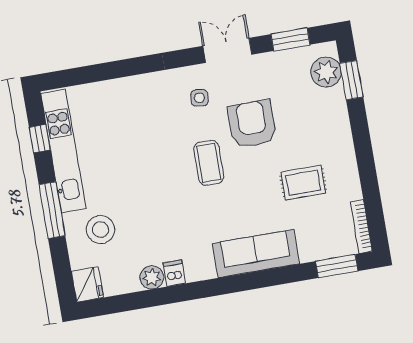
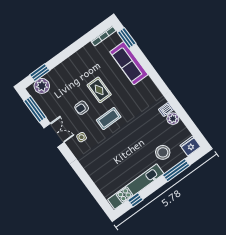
window: (290, 39) -> (35, 109), width x1.44
double door: (227, 50) -> (54, 135), swing flipped
armchair: (252, 124) -> (82, 108), width x0.53, depth x0.53
rug: (303, 183) -> (99, 90), moved
window: (52, 210) -> (176, 170), moved
sofa: (256, 254) -> (129, 63), moved

